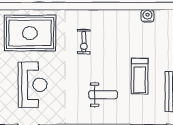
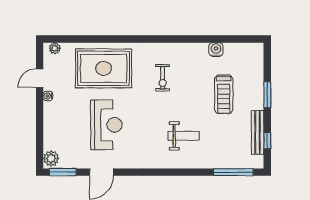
water cooler: (148, 16) -> (216, 50), moved
treadmill: (140, 76) -> (224, 94), moved

